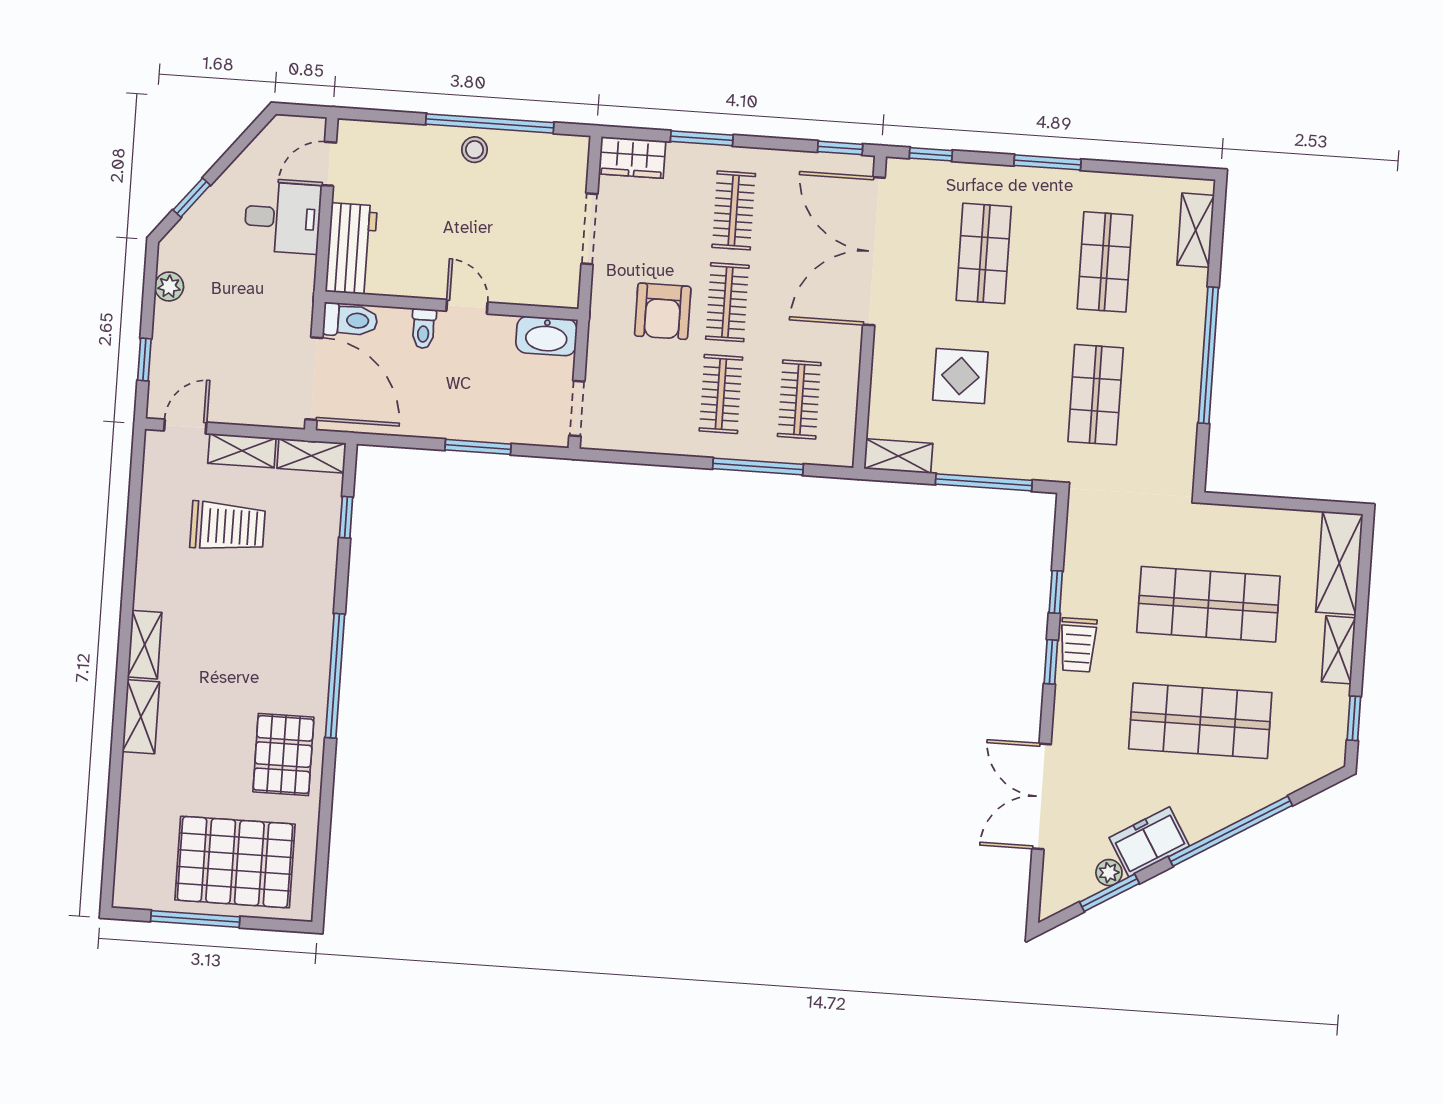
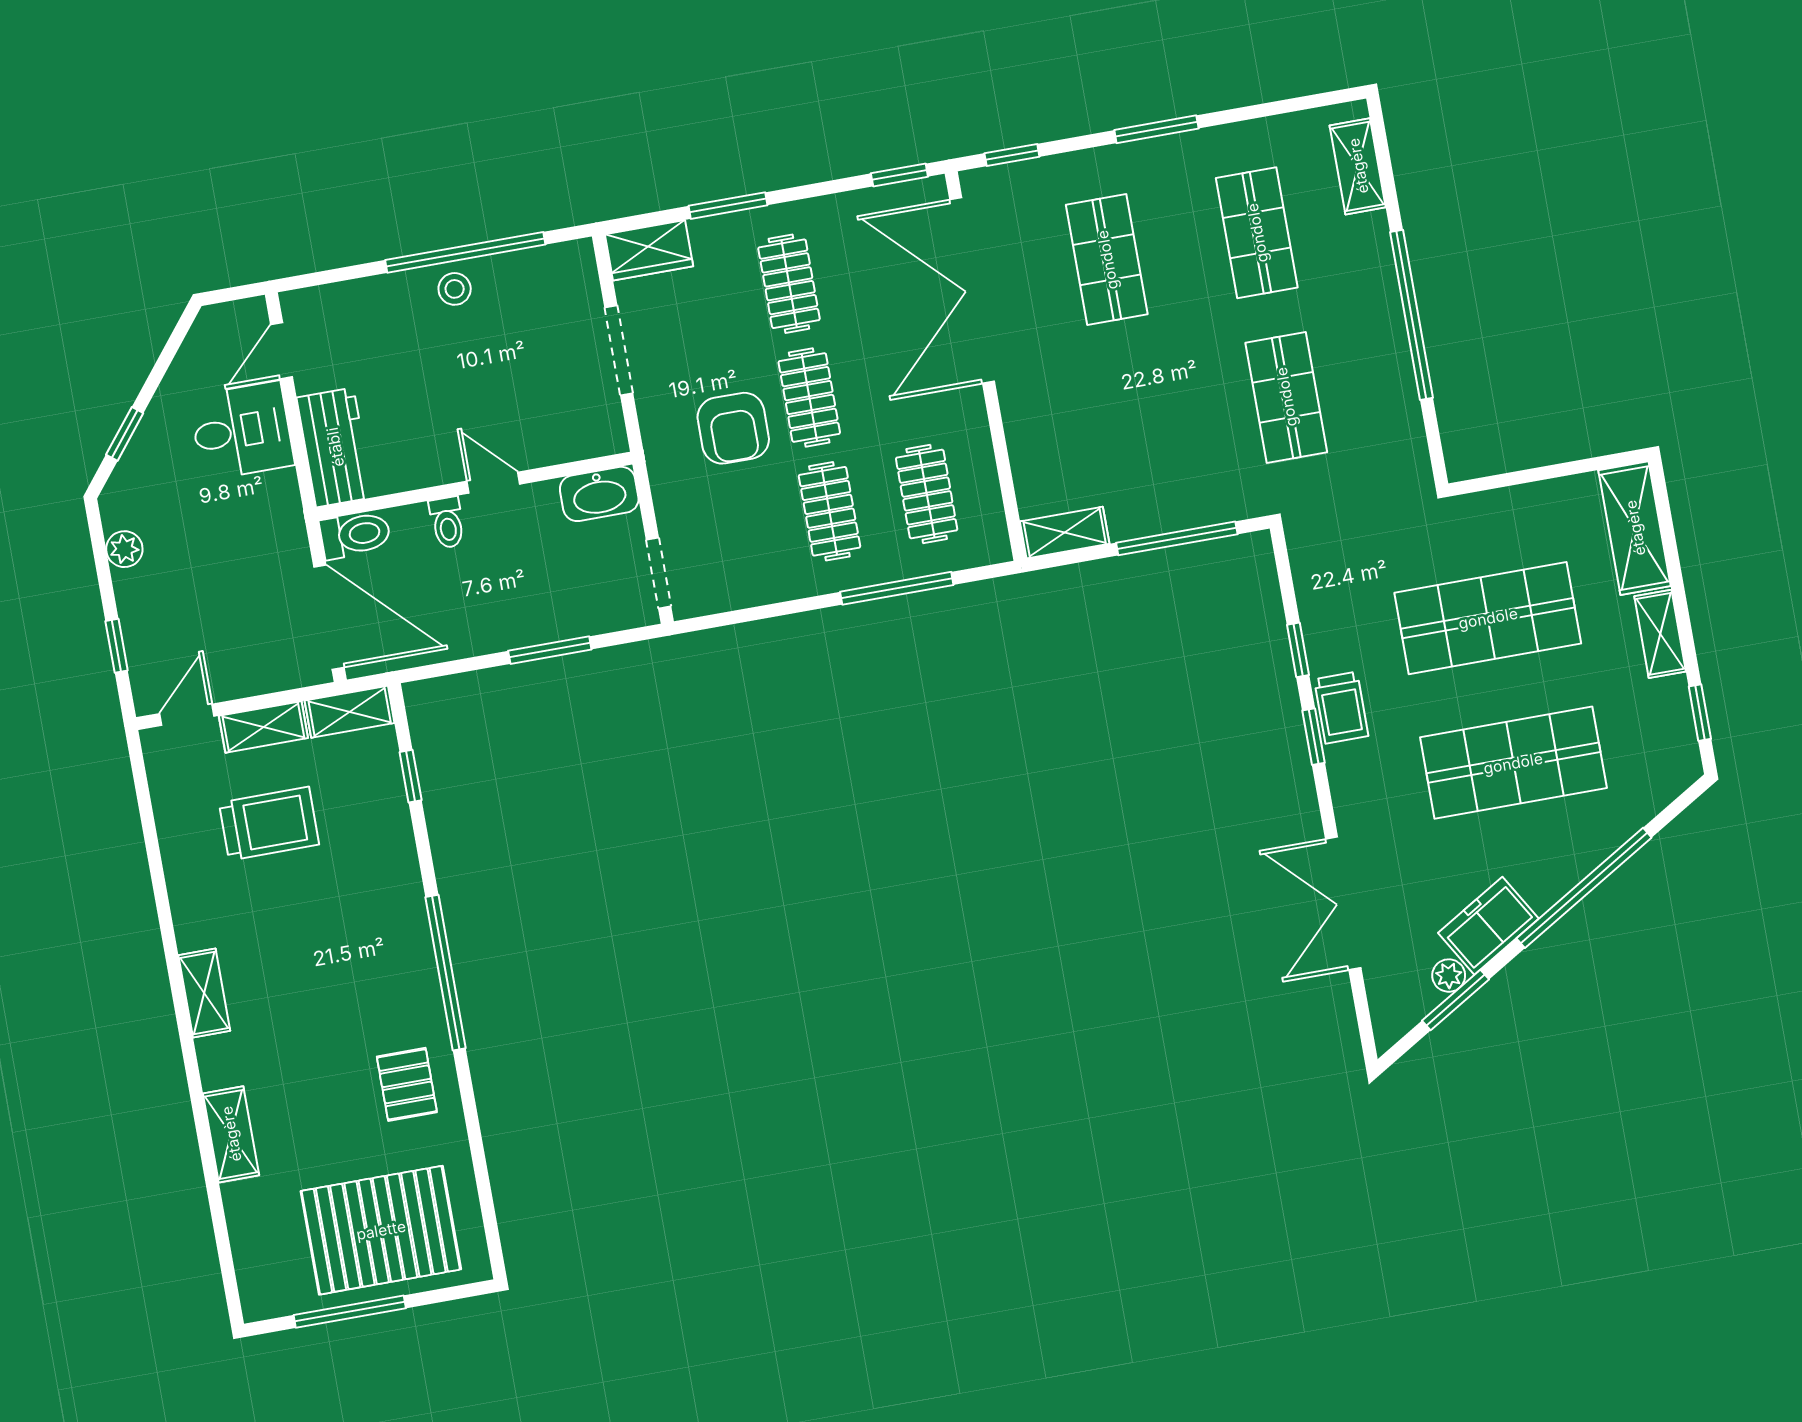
display table: (960, 376) -> (1116, 416), removed
shelving: (141, 717) -> (231, 1134), moved
pallet: (283, 755) -> (407, 1084), width x0.67, depth x0.71

